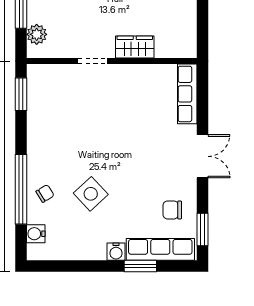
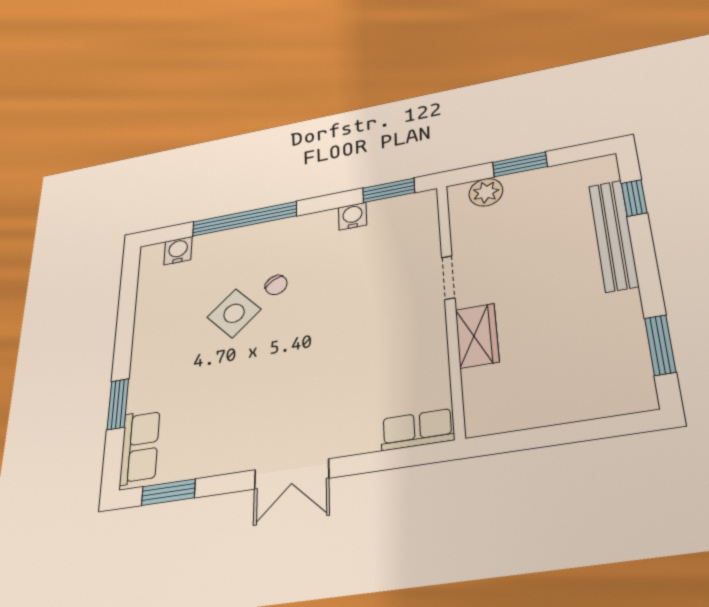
row of seats: (187, 94) -> (417, 430), width x0.68
chair: (45, 193) -> (276, 285), moved
chair: (172, 210) -> (203, 439), removed
row of seats: (160, 249) -> (140, 447), width x0.68
water cooler: (116, 252) -> (353, 216), moved, turned 90

